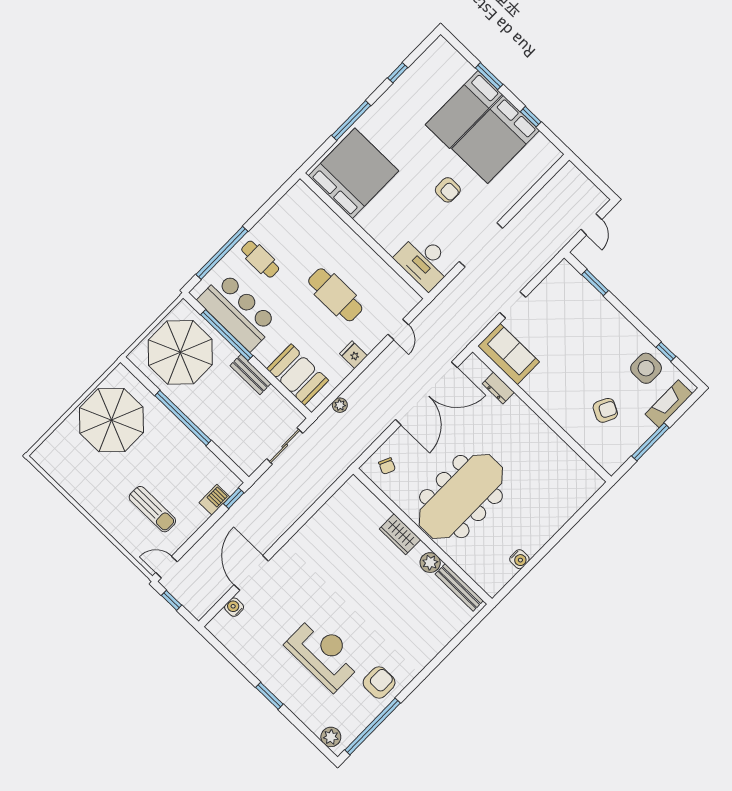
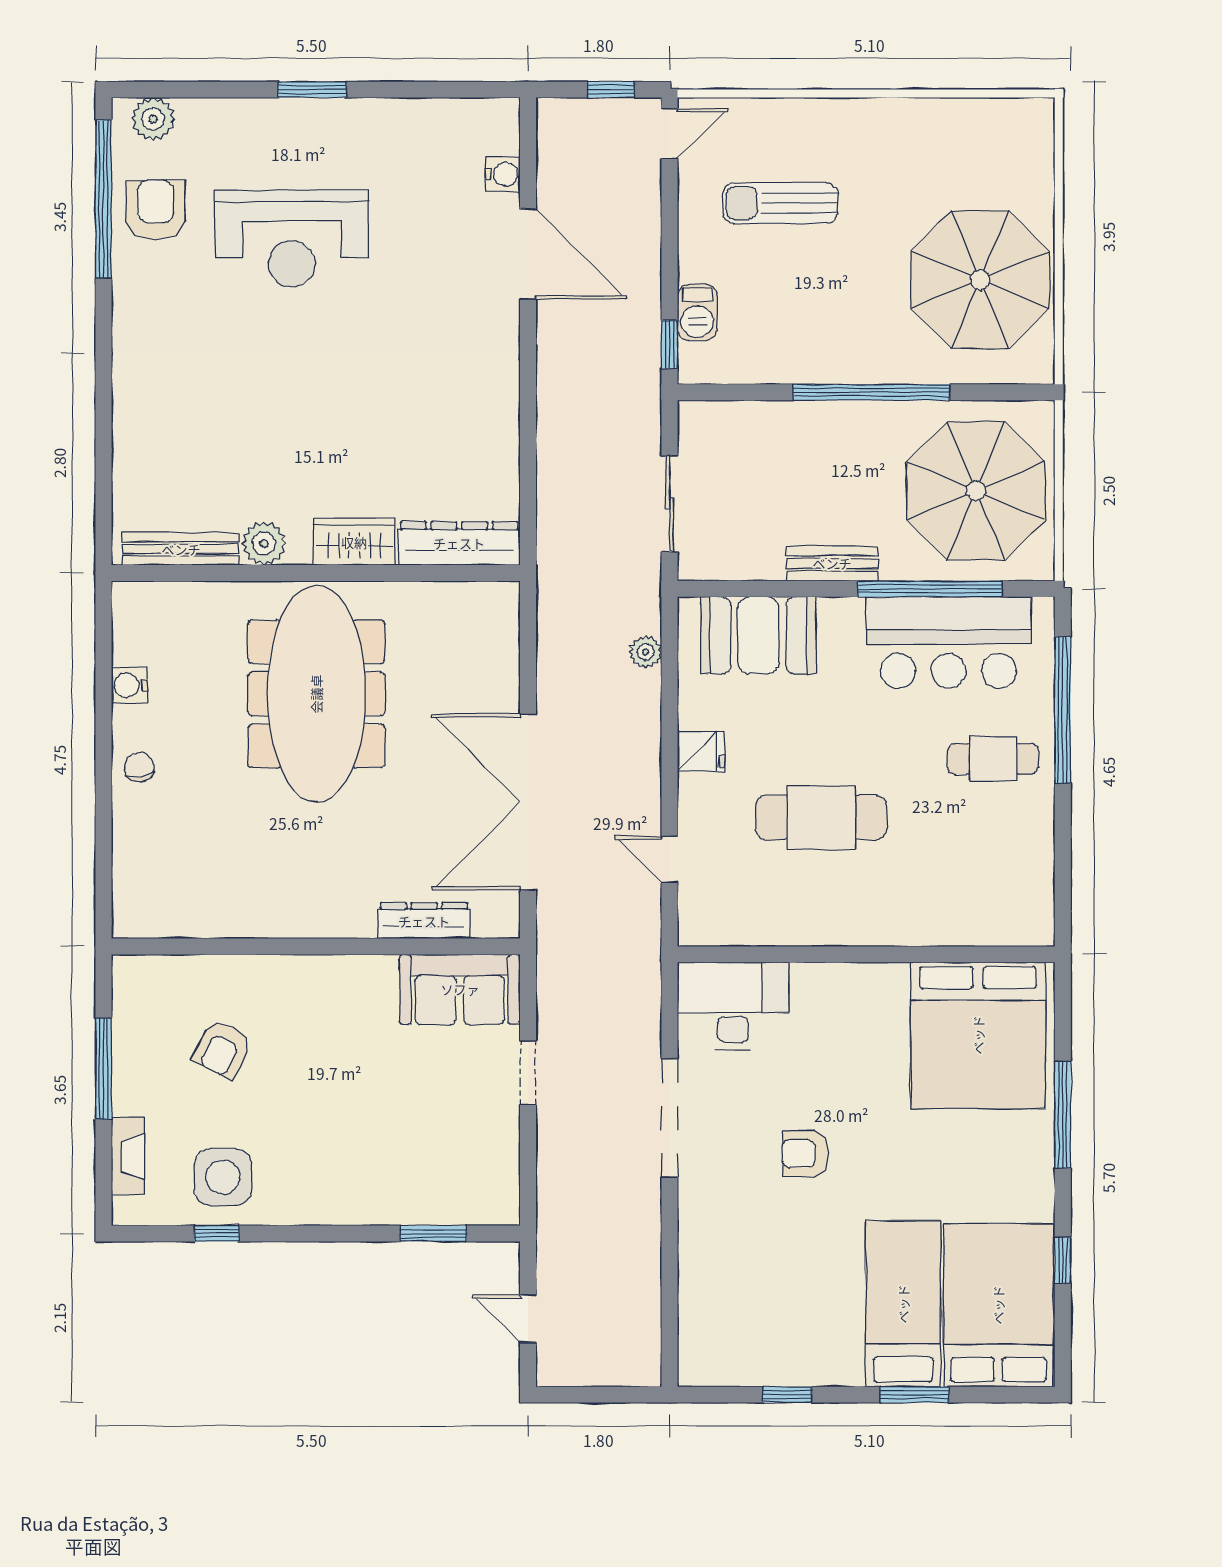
bed: (496, 139) -> (998, 1305), moved
dresser: (498, 388) -> (424, 921), width x1.44
fireplace: (669, 404) -> (128, 1156), width x0.73, depth x0.76
chair: (387, 466) -> (139, 767), moved, turned 58
dresser: (366, 500) -> (459, 543), added
armchair: (379, 683) -> (156, 210), moved, turned 180

